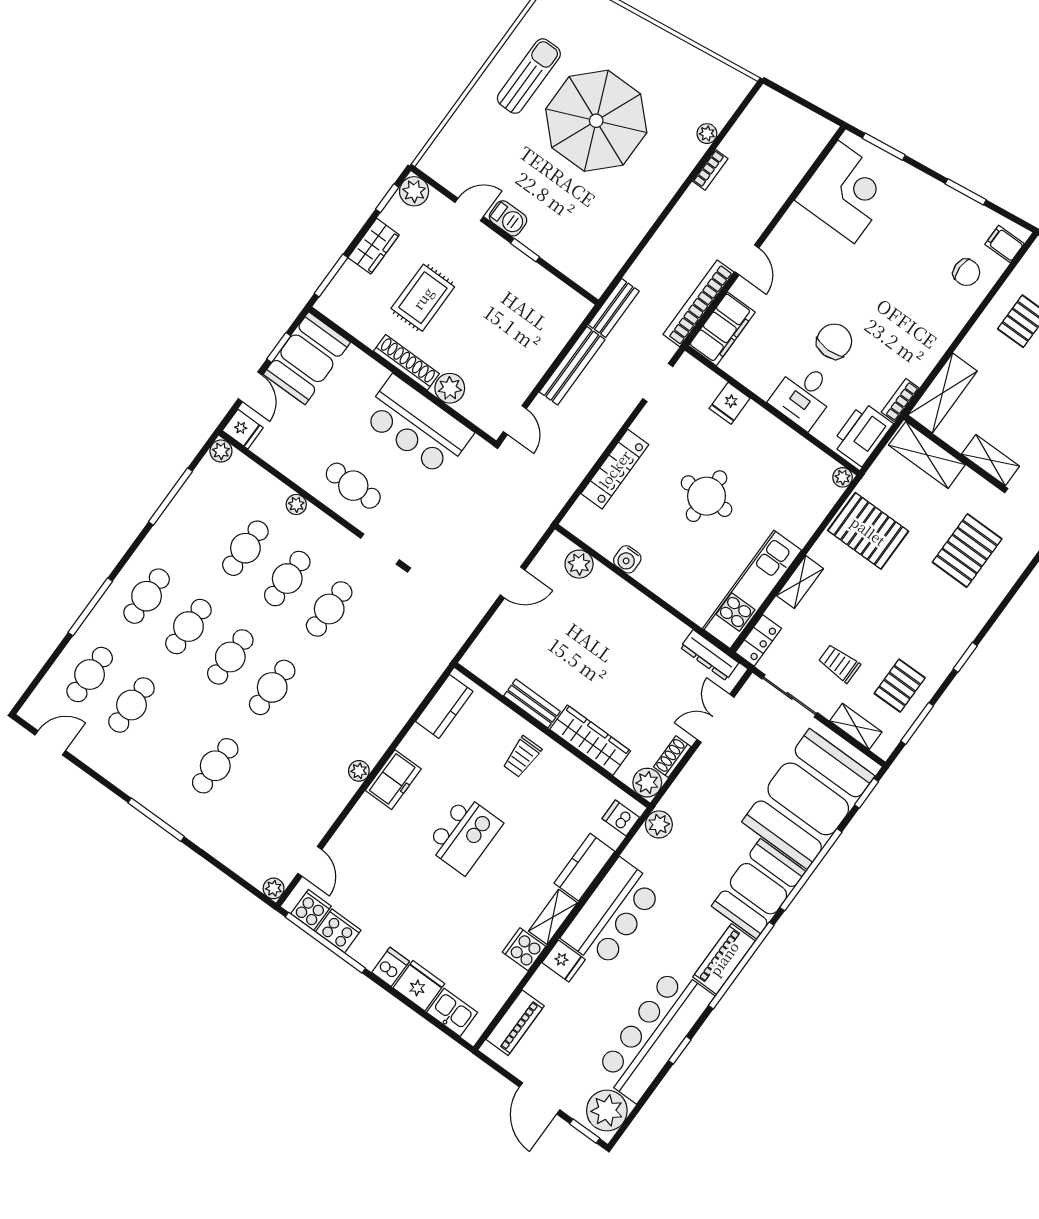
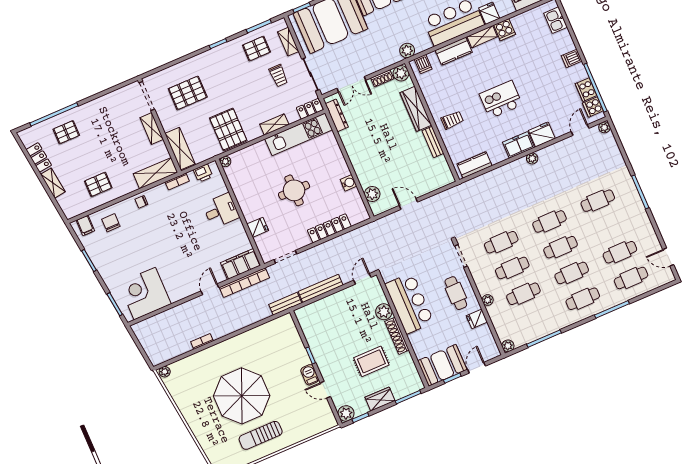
plant: (707, 134) -> (165, 372), moved
chair: (834, 341) -> (141, 202), moved, width x0.54, depth x0.54
fridge: (243, 429) -> (477, 319), moved, turned -90
printer: (862, 434) -> (203, 173), width x0.53, depth x0.68
fridge: (419, 986) -> (542, 135), moved, turned 90

